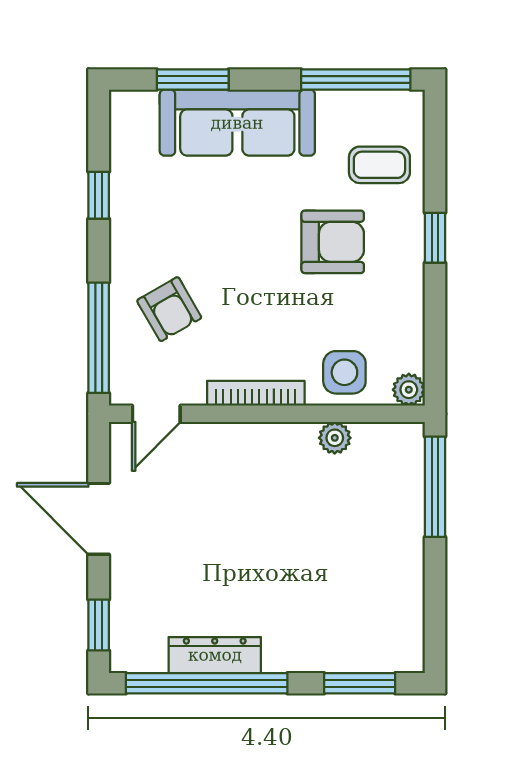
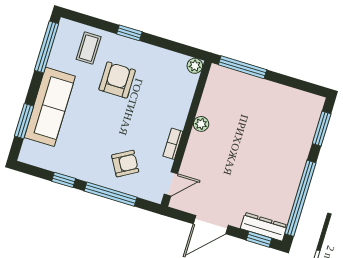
window: (99, 338) -> (111, 194), moved
side table: (344, 372) -> (178, 93), removed
bookcase: (256, 393) -> (173, 144), width x0.64
door: (156, 414) -> (171, 184), hinge flipped
plant: (335, 438) -> (201, 124), moved
dresser: (215, 655) -> (264, 227), moved, turned 90

